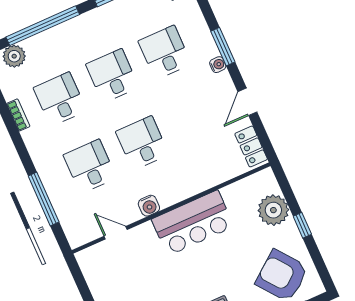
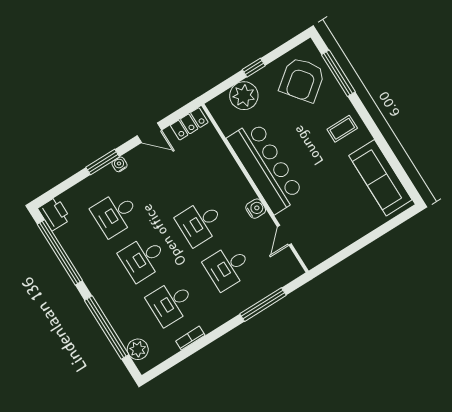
bar counter: (193, 223) -> (266, 167), width x1.36

